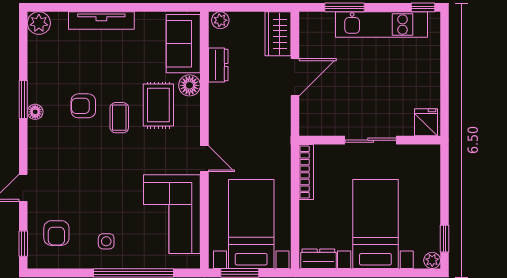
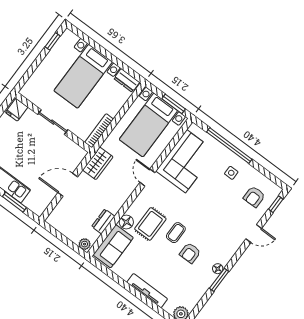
wardrobe: (278, 34) -> (98, 163), moved
armchair: (83, 106) -> (190, 253), turned 90
armchair: (56, 233) -> (254, 197), turned 180
plant: (432, 260) -> (68, 35), removed

